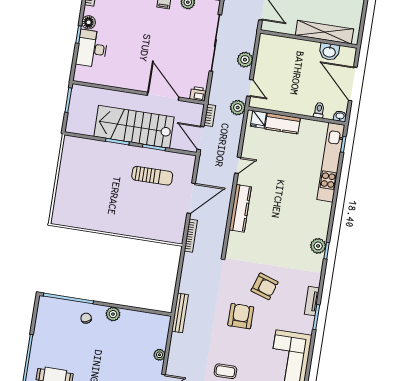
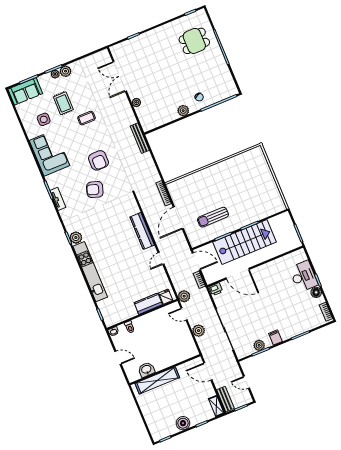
door: (353, 84) -> (118, 358), width x0.53
kitchen unit: (331, 162) -> (90, 272), moved

